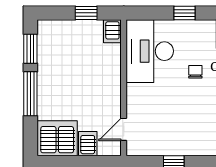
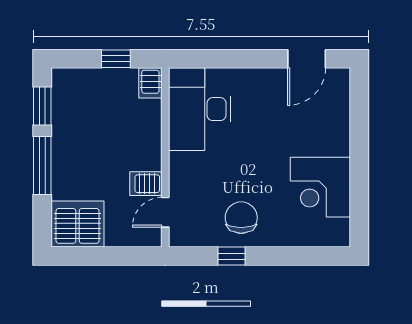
window: (184, 13) -> (245, 59), removed
chair: (195, 72) -> (241, 218), moved, width x1.87, depth x1.87
server rack: (88, 144) -> (146, 184), moved, turned -90

